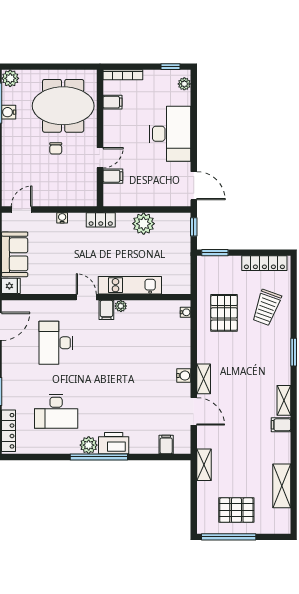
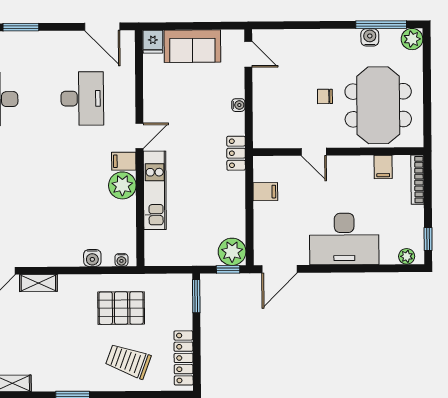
filing cabinet: (113, 176) -> (265, 192), moved, turned -90
plant: (144, 224) -> (232, 252), moved
plant: (121, 306) -> (122, 185), width x1.88, depth x1.88
desk: (56, 343) -> (82, 99), turned 90
water cooler: (184, 376) -> (92, 258), moved

